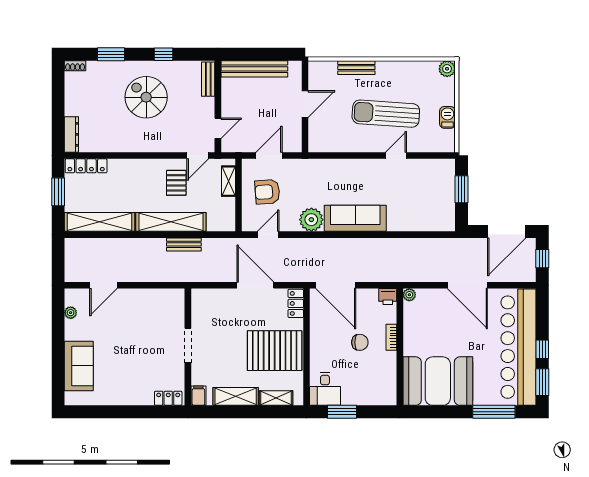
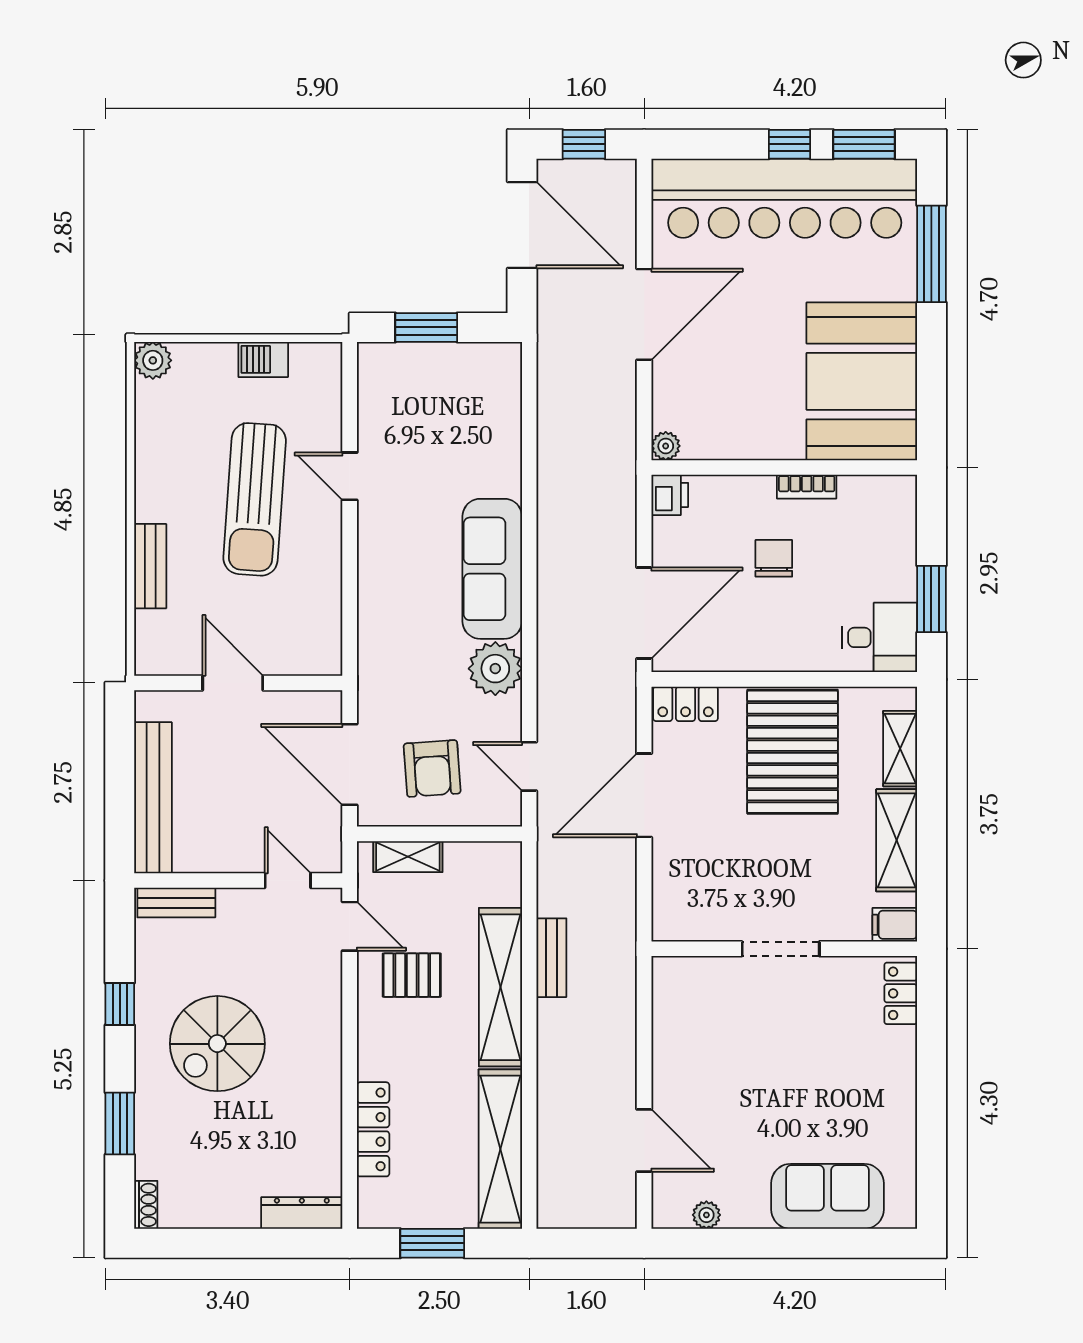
door: (269, 155) -> (350, 764), width x1.36
locker: (86, 166) -> (373, 1129), moved
bookcase: (391, 337) -> (807, 487), moved

